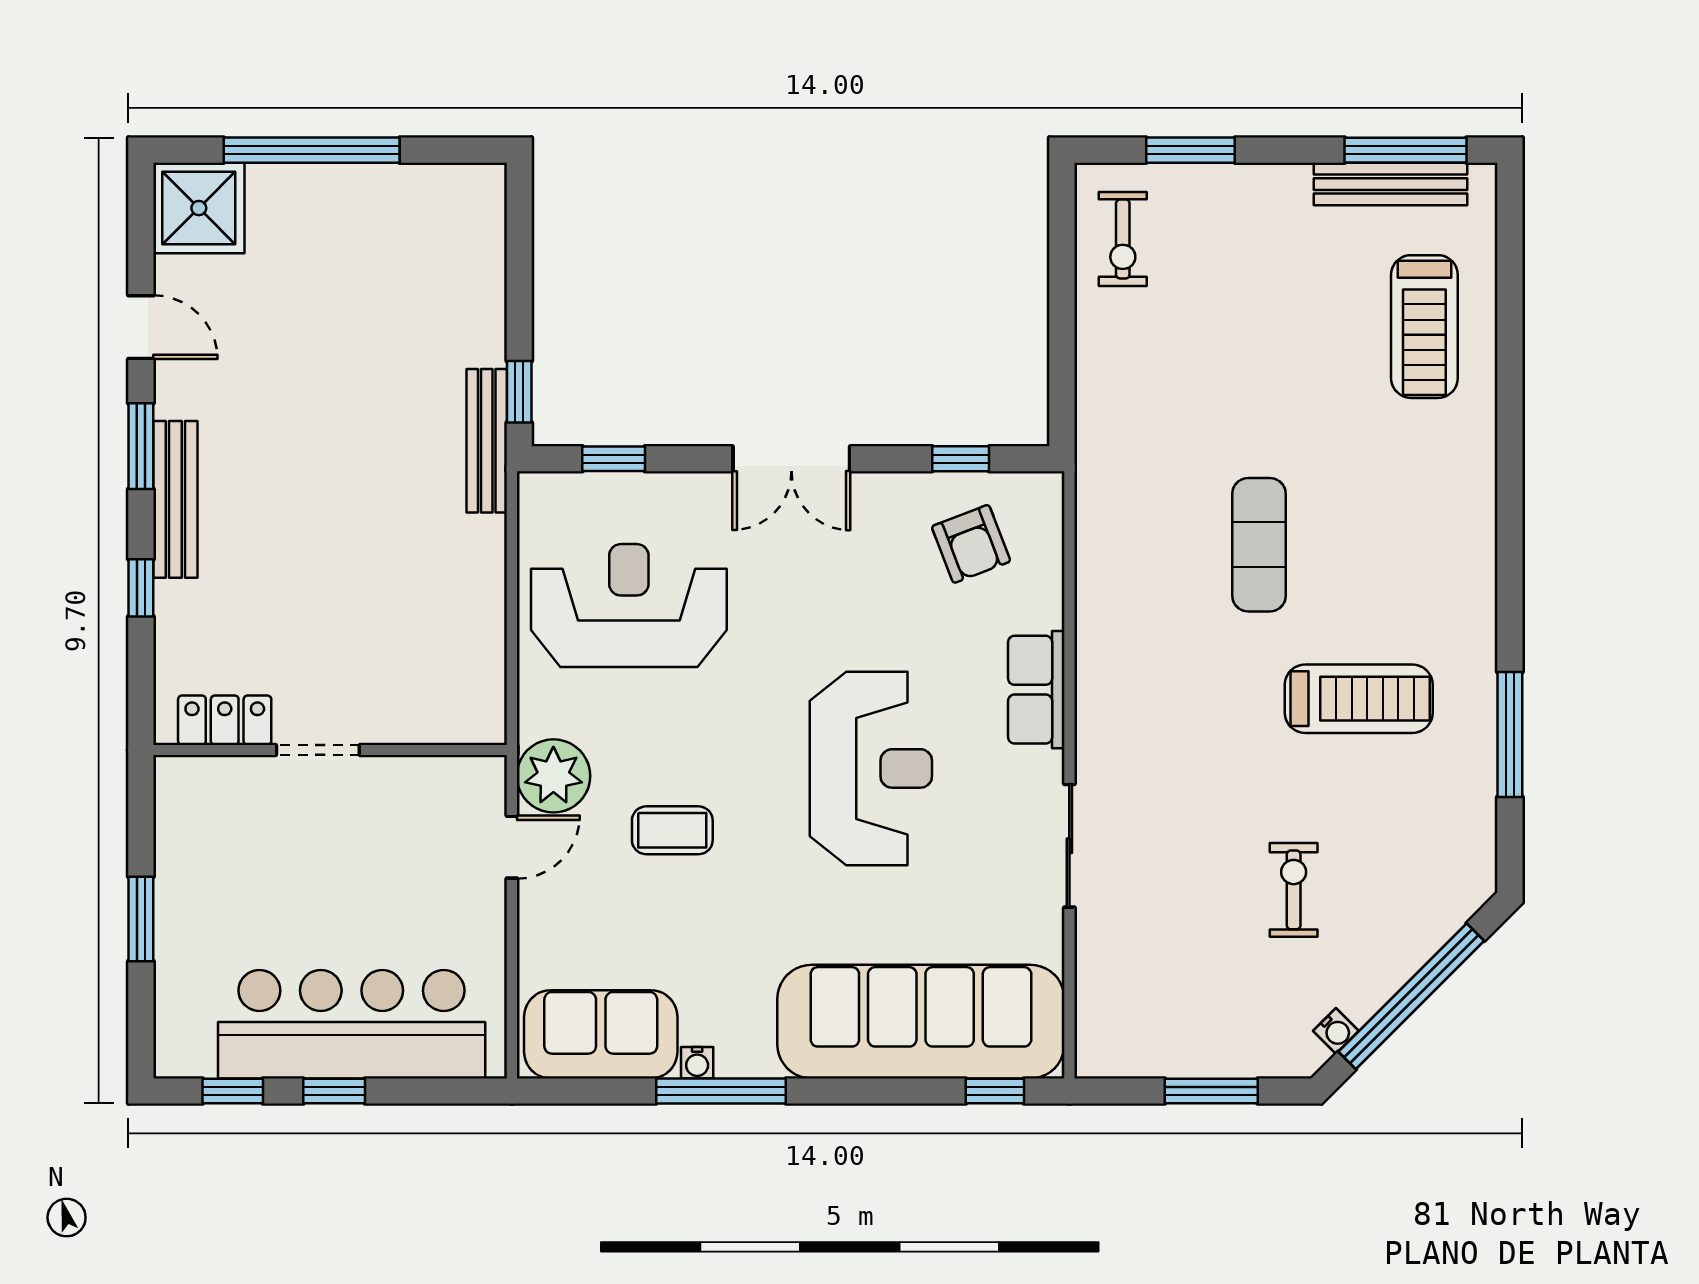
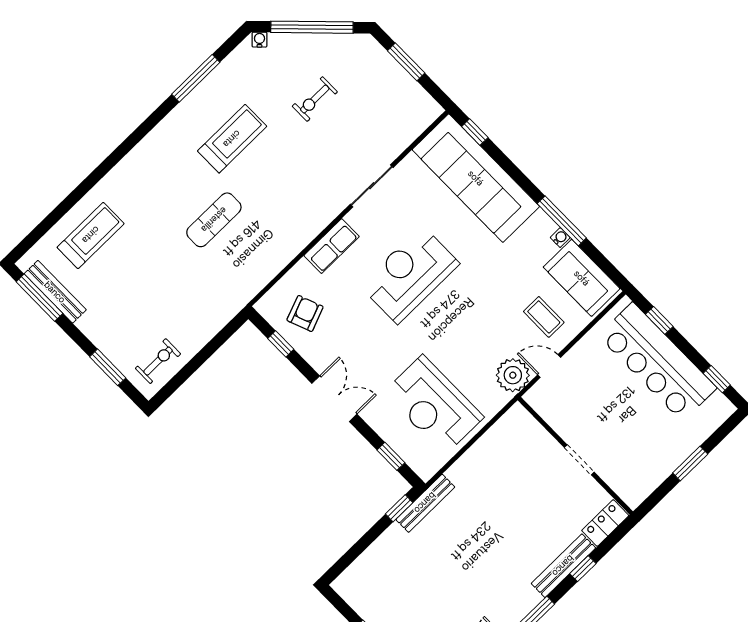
bench: (175, 499) -> (563, 566), moved
treadmill: (1359, 699) -> (232, 139), turned 90
locker: (225, 720) -> (605, 523), moved, turned 90
coffee table: (672, 830) -> (544, 317), moved
water cooler: (1336, 1031) -> (259, 40), moved
window: (334, 1091) -> (659, 320), moved

